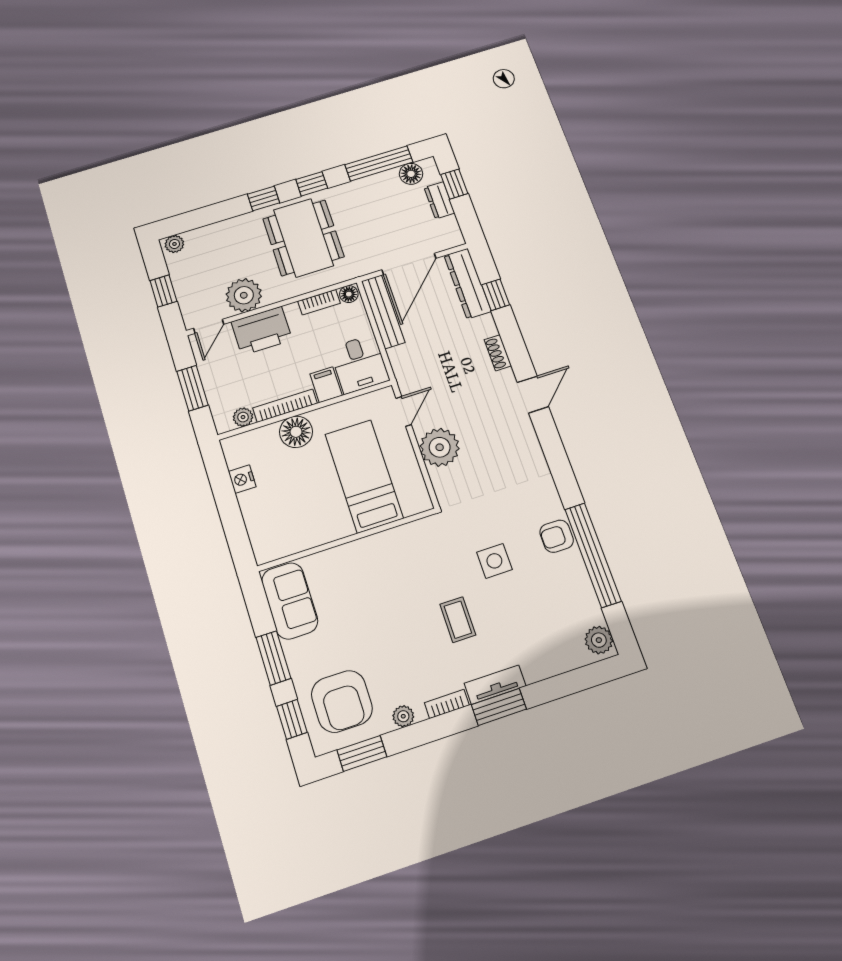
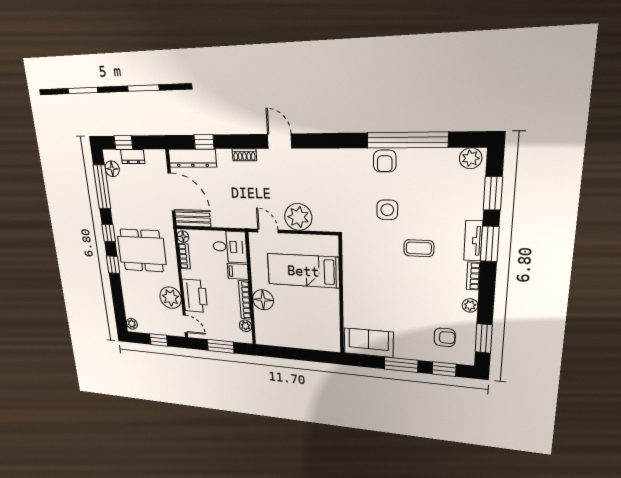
bench: (383, 312) -> (193, 220), width x0.73
nightstand: (242, 479) -> (284, 340), removed
window: (566, 684) -> (493, 193), added
armchair: (342, 701) -> (445, 337), width x0.53, depth x0.53

